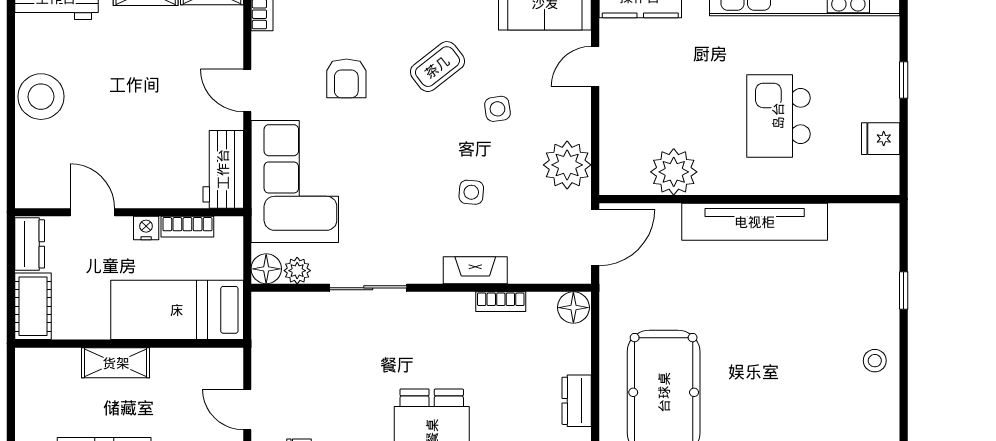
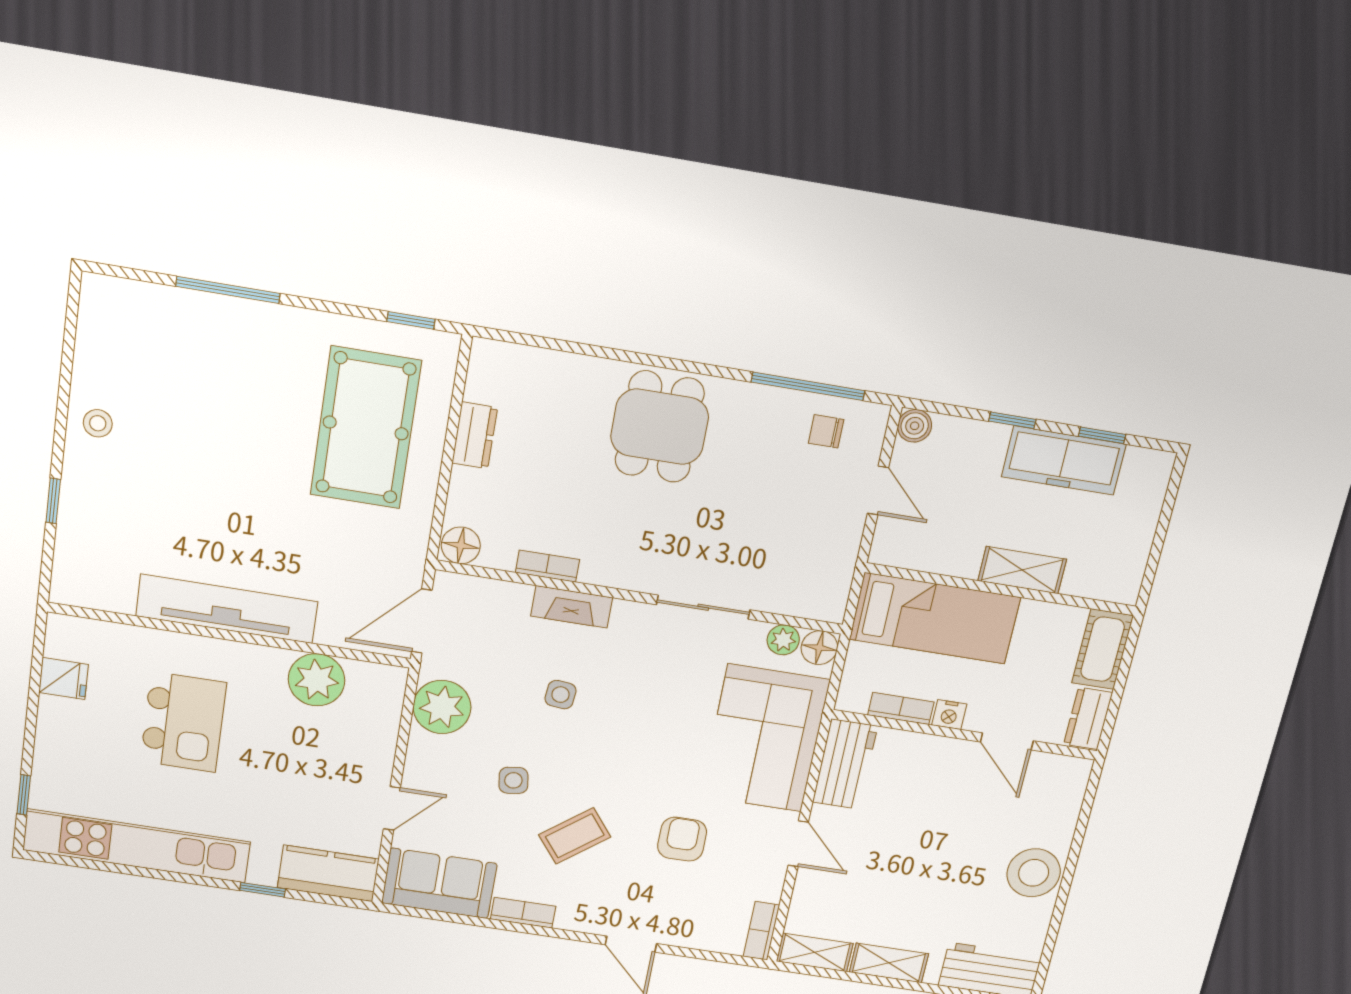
window: (904, 80) -> (24, 795), moved

